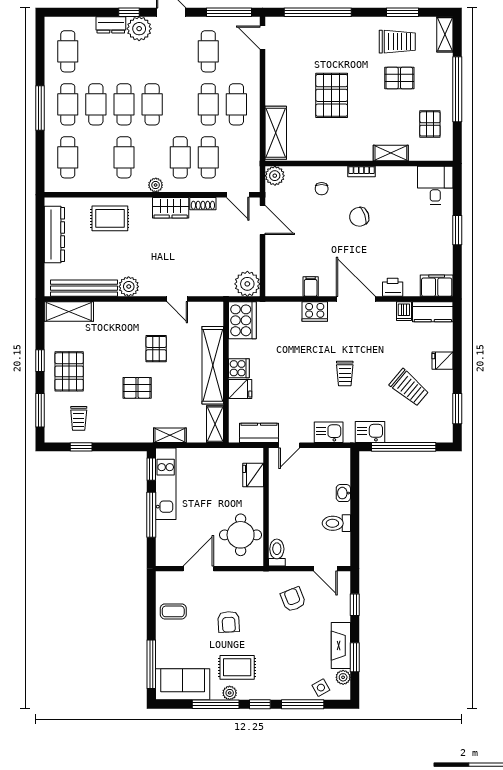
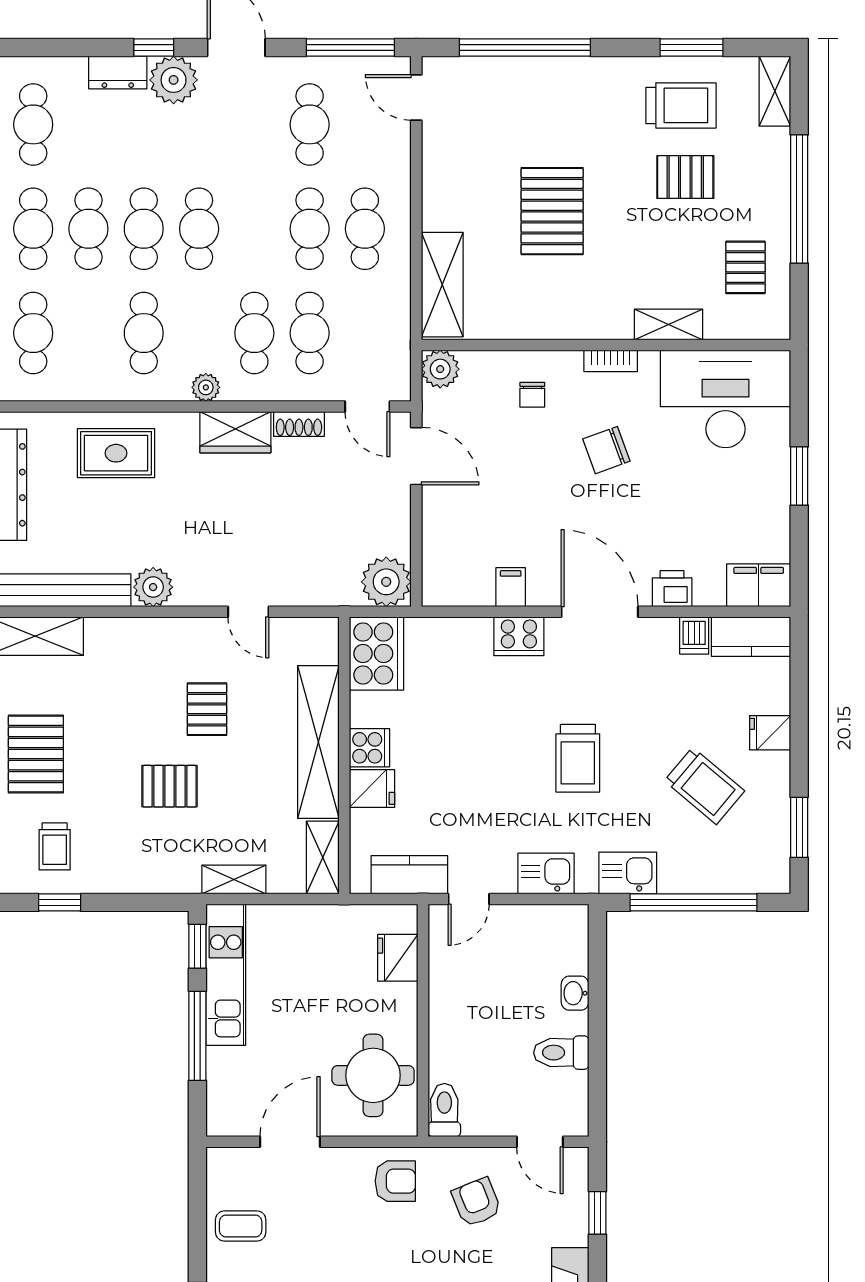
desk: (435, 185) -> (725, 399), width x1.87, depth x1.30
trolley: (345, 374) -> (578, 758), width x1.36, depth x1.39
armchair: (229, 622) -> (395, 1181), moved, turned -87

